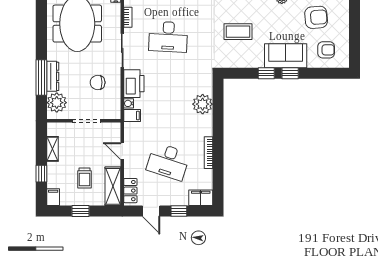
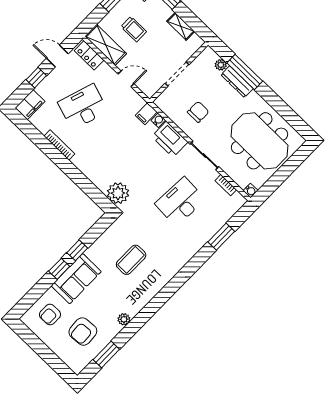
plant: (57, 103) -> (221, 65), width x0.53, depth x0.53
plant: (203, 104) -> (118, 193), moved
trolley: (84, 178) -> (134, 29), turned 180

